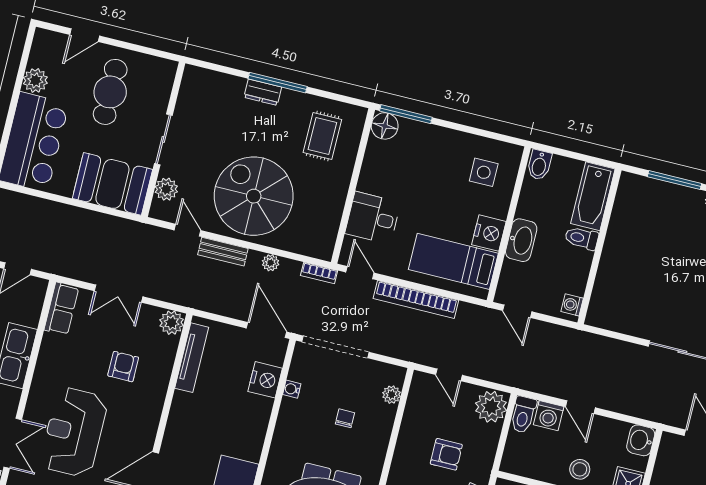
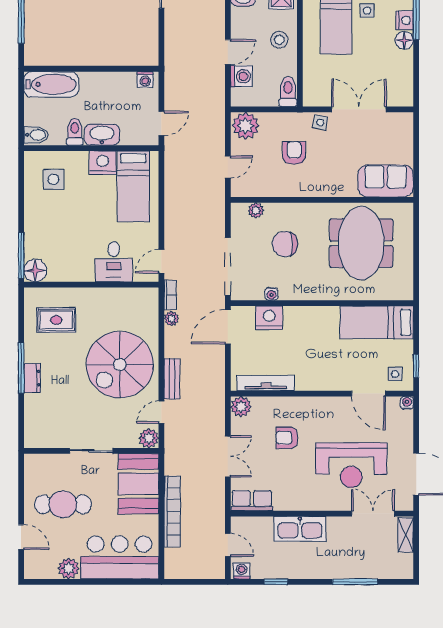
plant: (166, 189) -> (149, 438), moved
toilet: (582, 238) -> (75, 132), moved, turned 180
plant: (271, 263) -> (171, 319), moved
bookcase: (416, 299) -> (172, 511), moved
toilet: (523, 414) -> (288, 92), moved, turned -90
chair: (345, 418) -> (285, 244), width x1.87, depth x1.87

